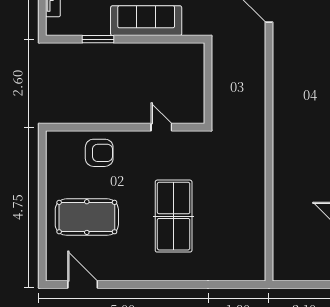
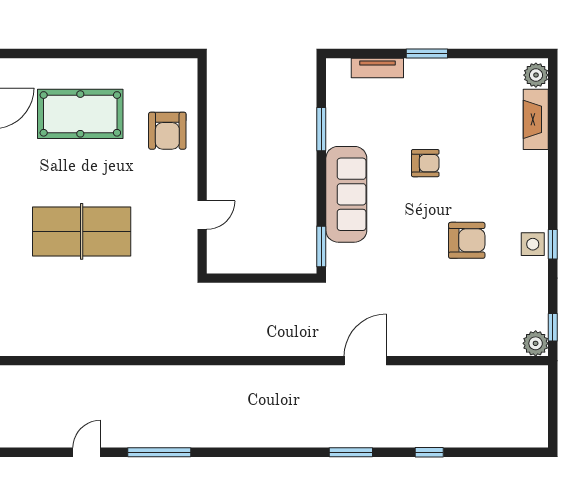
window: (185, 39) -> (321, 246), added
pool table: (87, 217) -> (80, 114), turned 90

